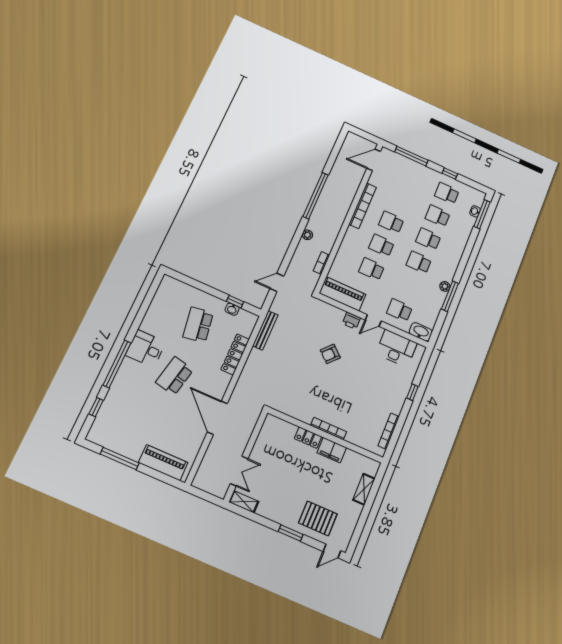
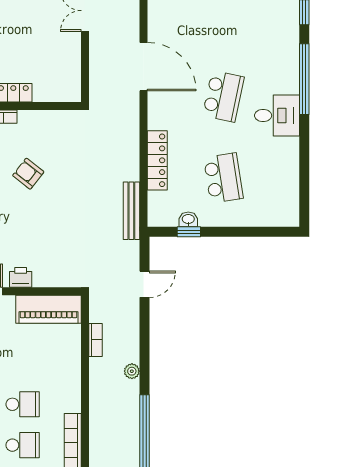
school desk: (372, 269) -> (23, 363), removed
armchair: (330, 354) -> (28, 174), moved, turned -94

